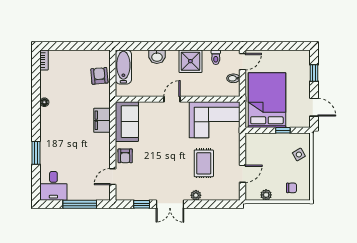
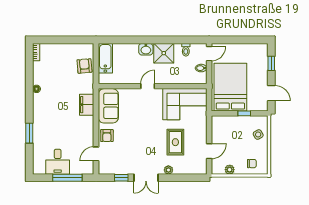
washbasin: (157, 57) -> (146, 49), moved
desk: (53, 186) -> (58, 162), moved

